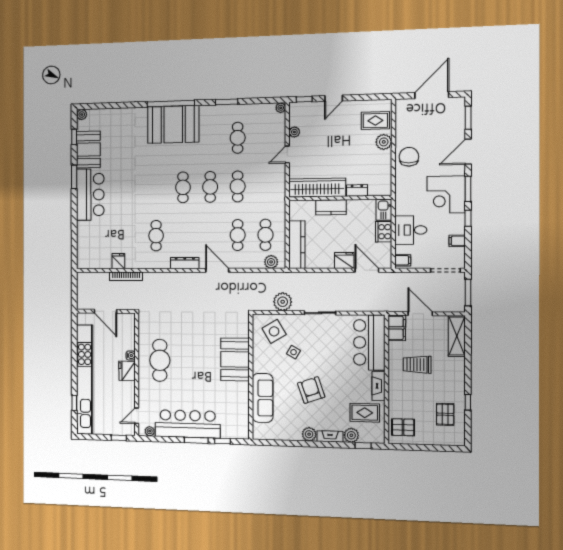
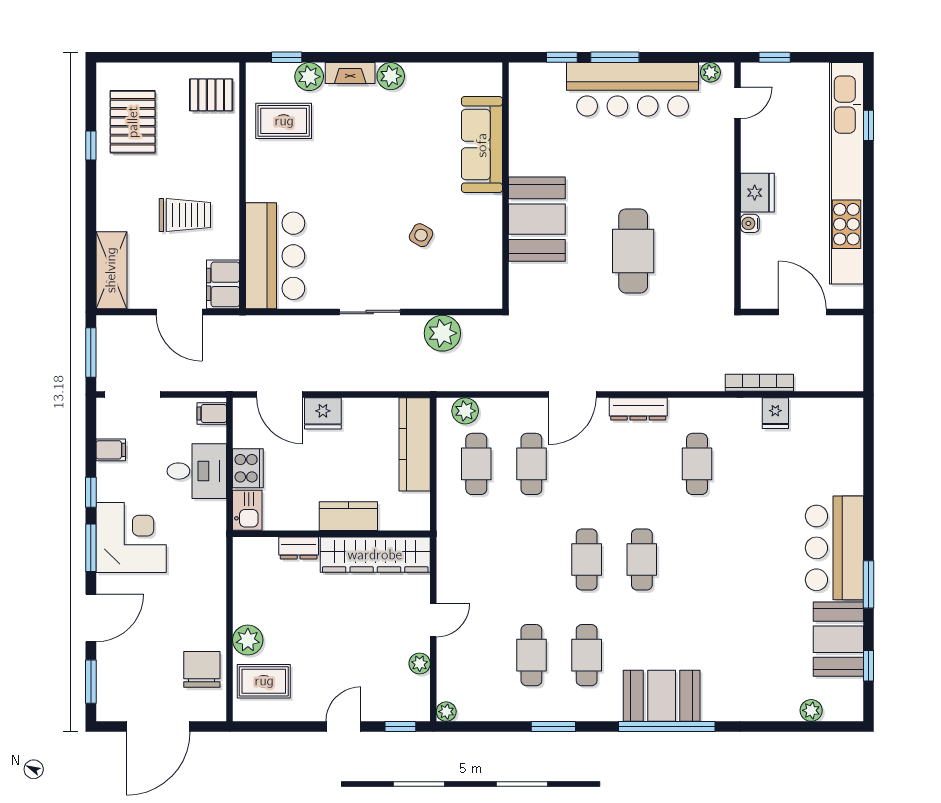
plant: (82, 115) -> (811, 710), moved
booth: (173, 124) -> (662, 696), width x0.73, depth x0.70
chair: (409, 157) -> (202, 669), moved, turned 180
cafe table: (238, 186) -> (587, 655), moved
door: (217, 270) -> (572, 395), hinge flipped
side table: (274, 331) -> (459, 275), removed
cafe table: (160, 360) -> (633, 251), moved
fireplace: (379, 386) -> (257, 173), removed
armchair: (311, 390) -> (387, 162), removed
pallet: (445, 414) -> (133, 122), width x1.50, depth x1.42

